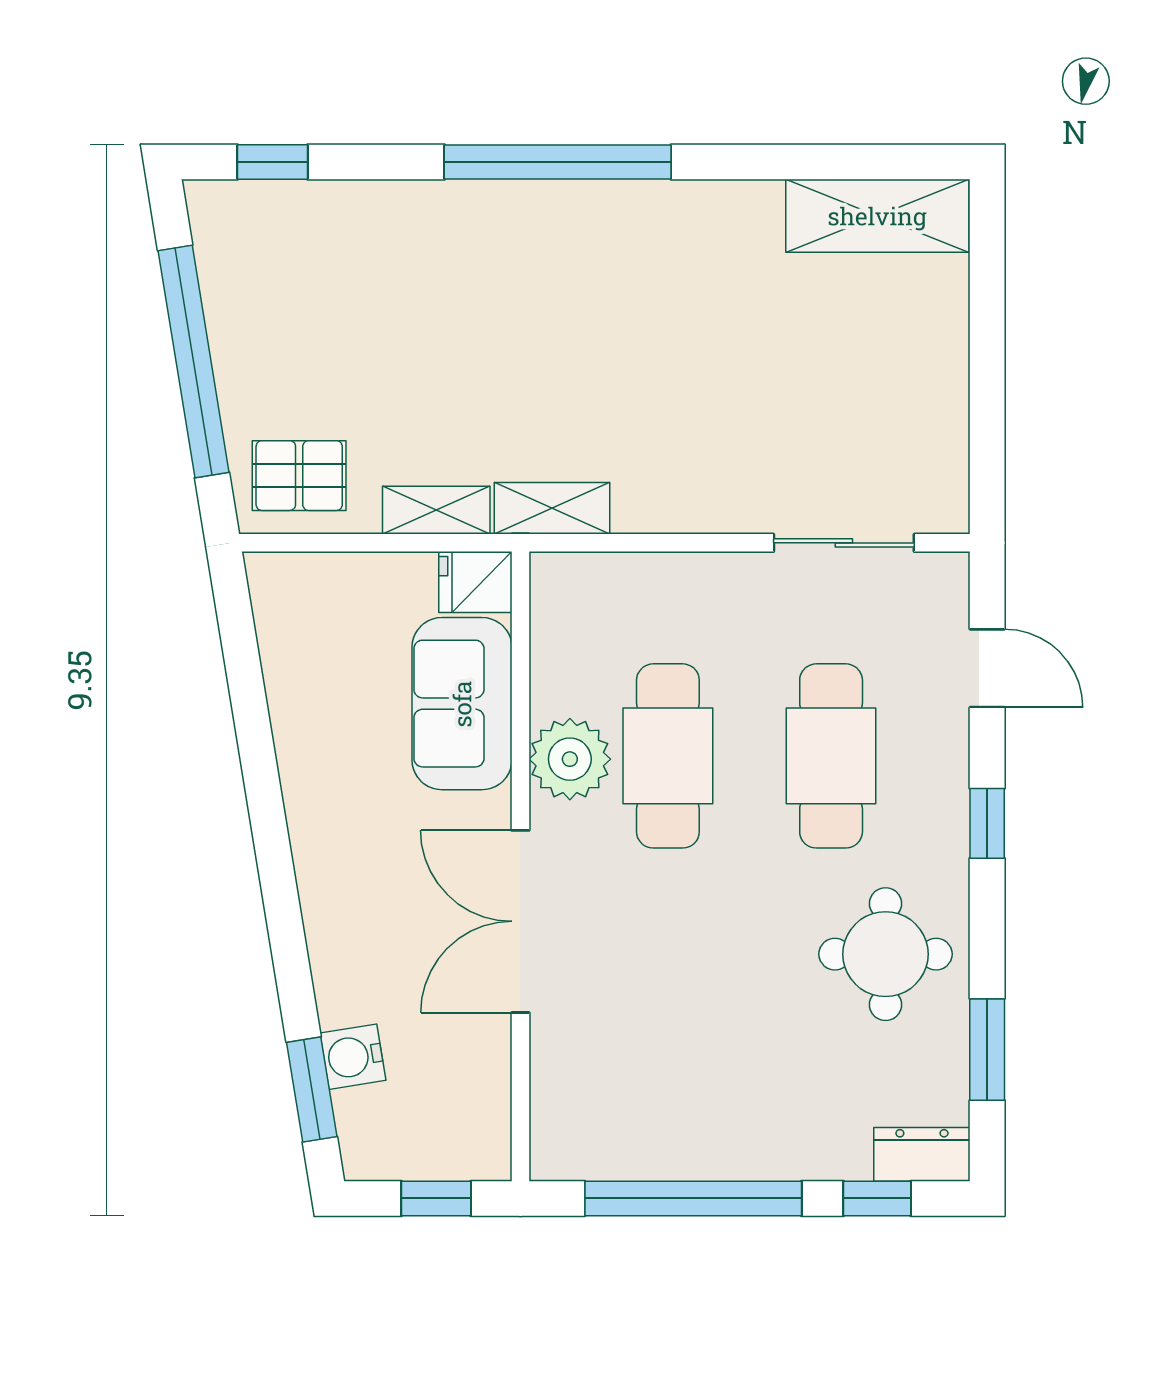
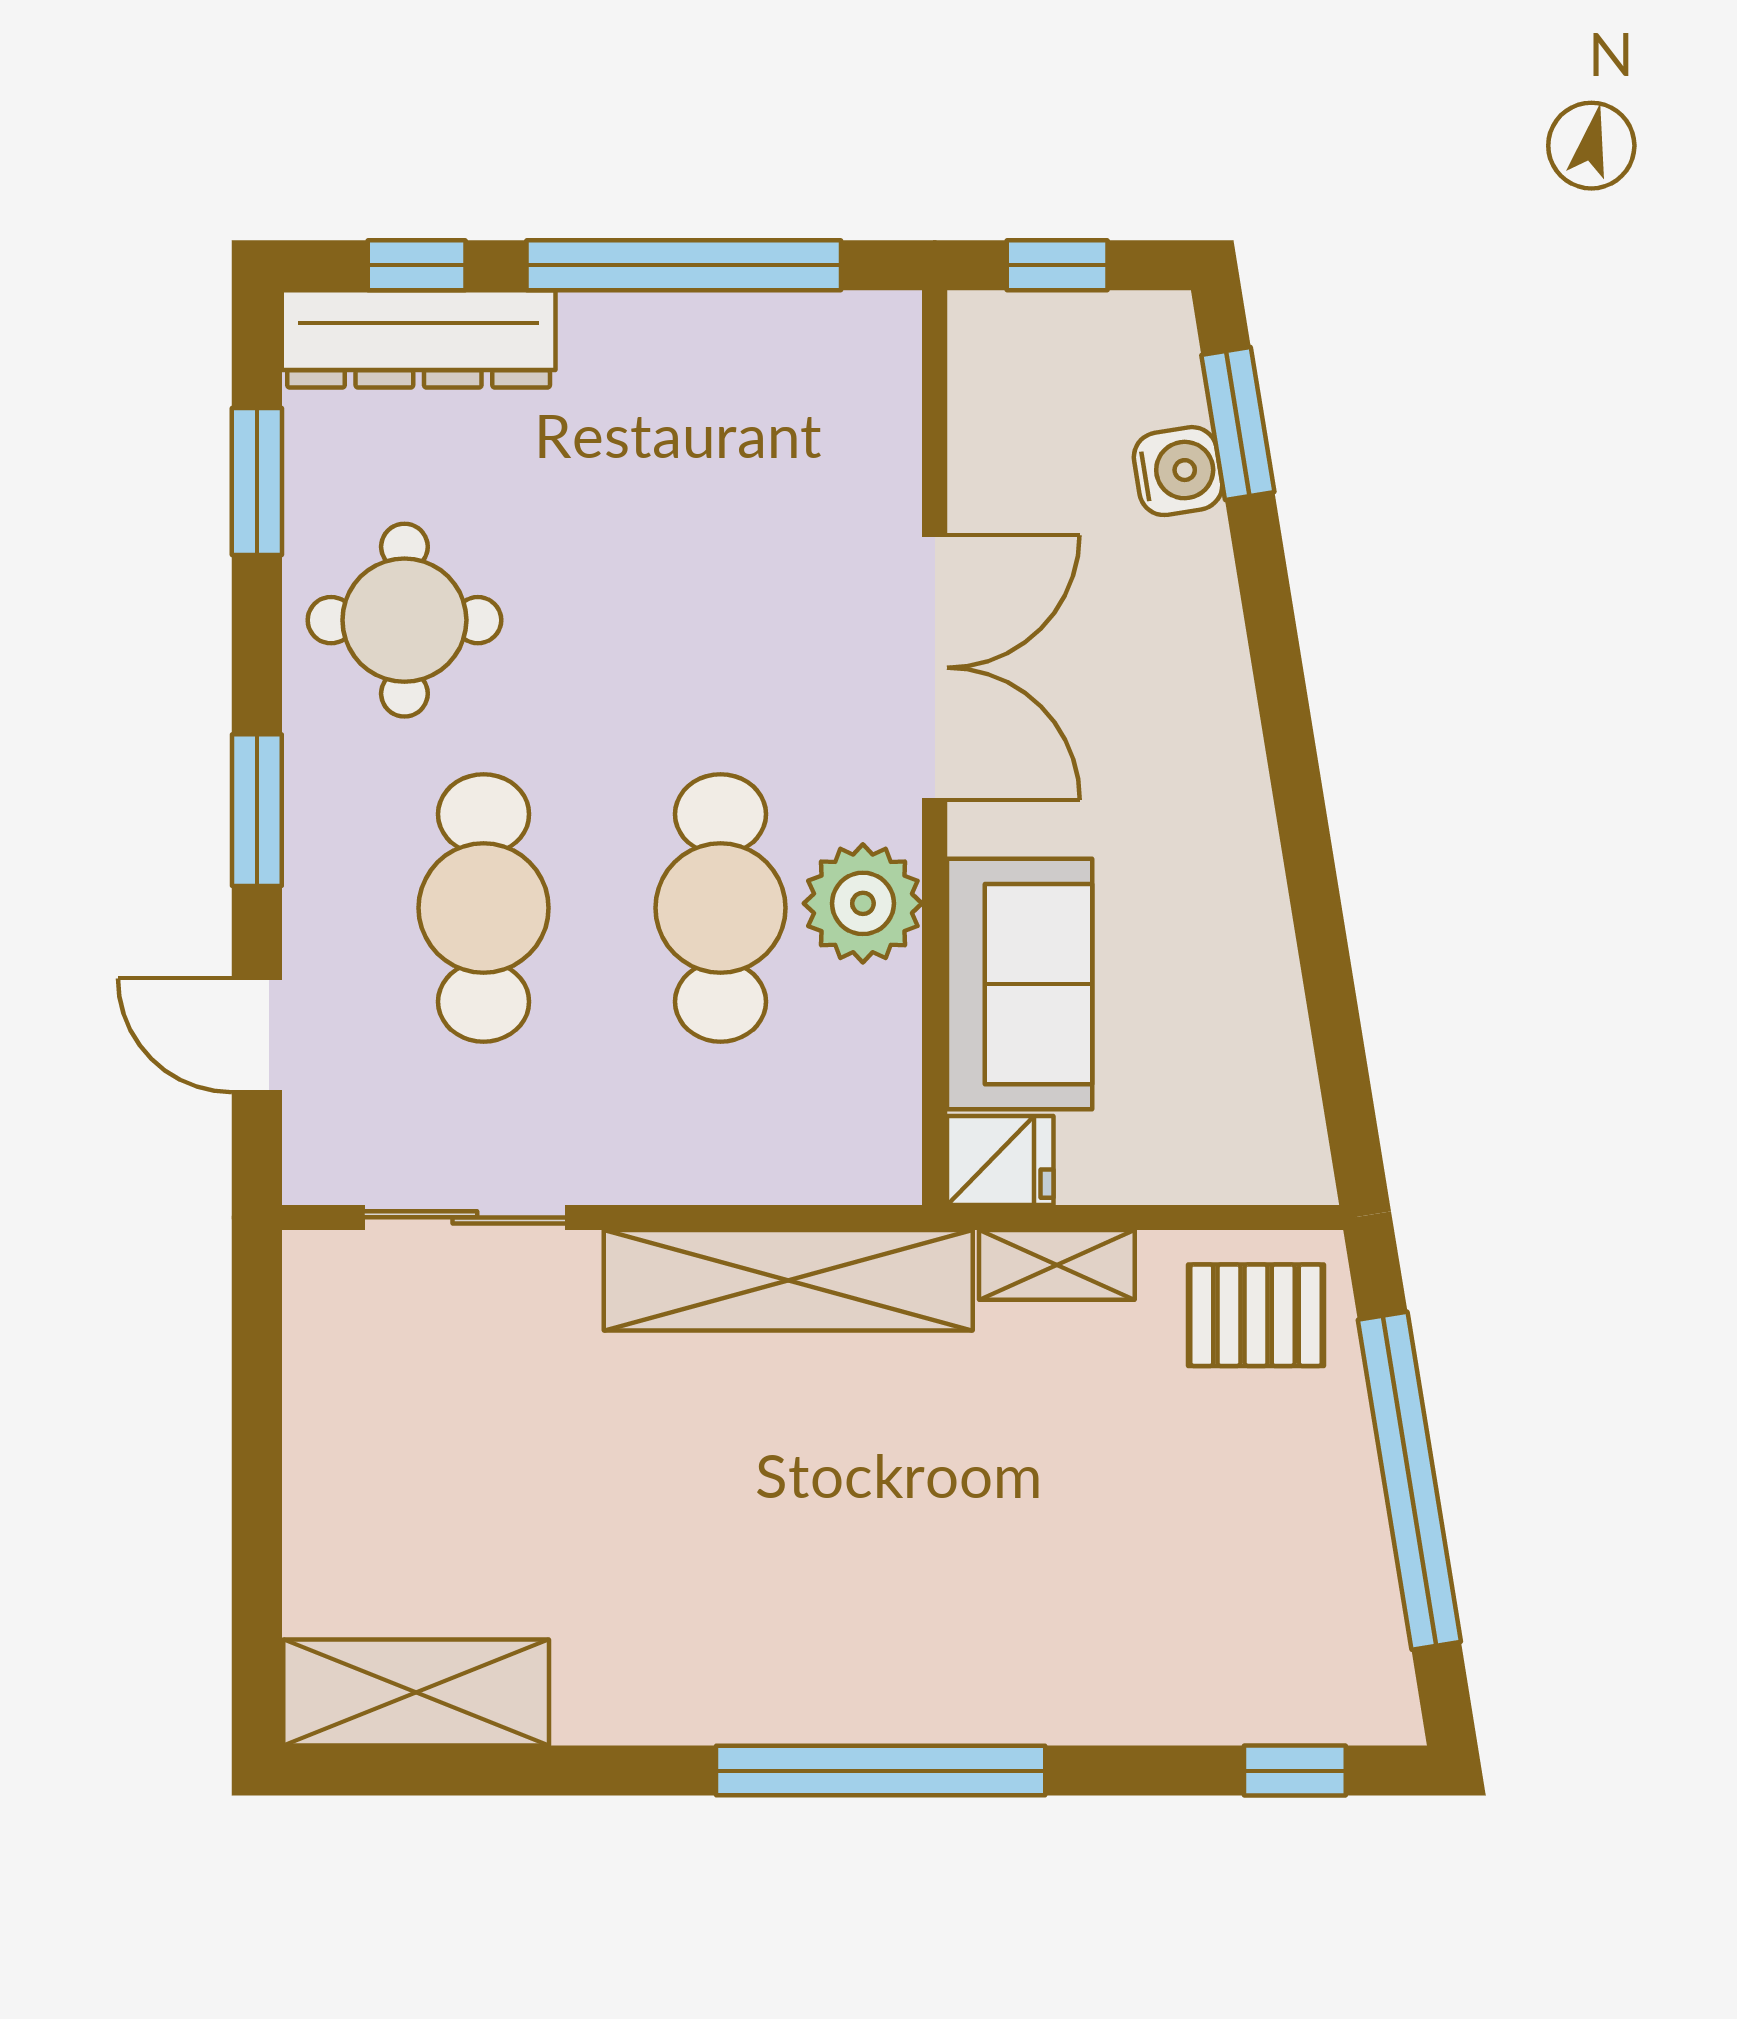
shelving: (552, 508) -> (788, 1280), width x2.20, depth x1.33
window: (987, 823) -> (257, 810), width x1.50
dresser: (922, 1154) -> (419, 339), width x1.96, depth x1.24

